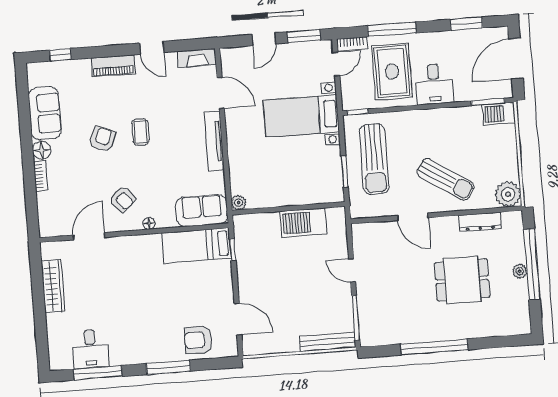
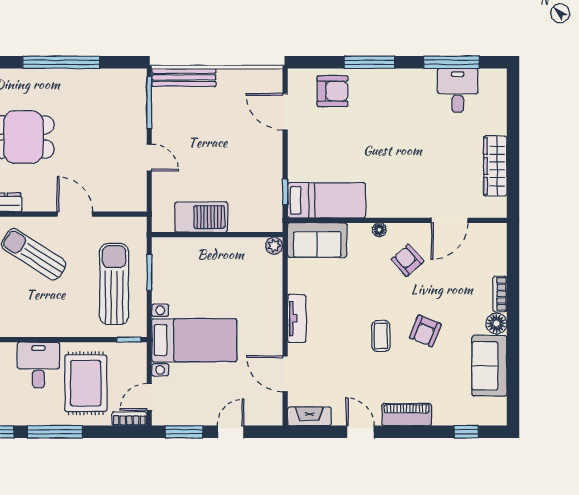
window: (392, 29) -> (55, 432), moved
tv unit: (214, 141) -> (297, 318), width x0.71

